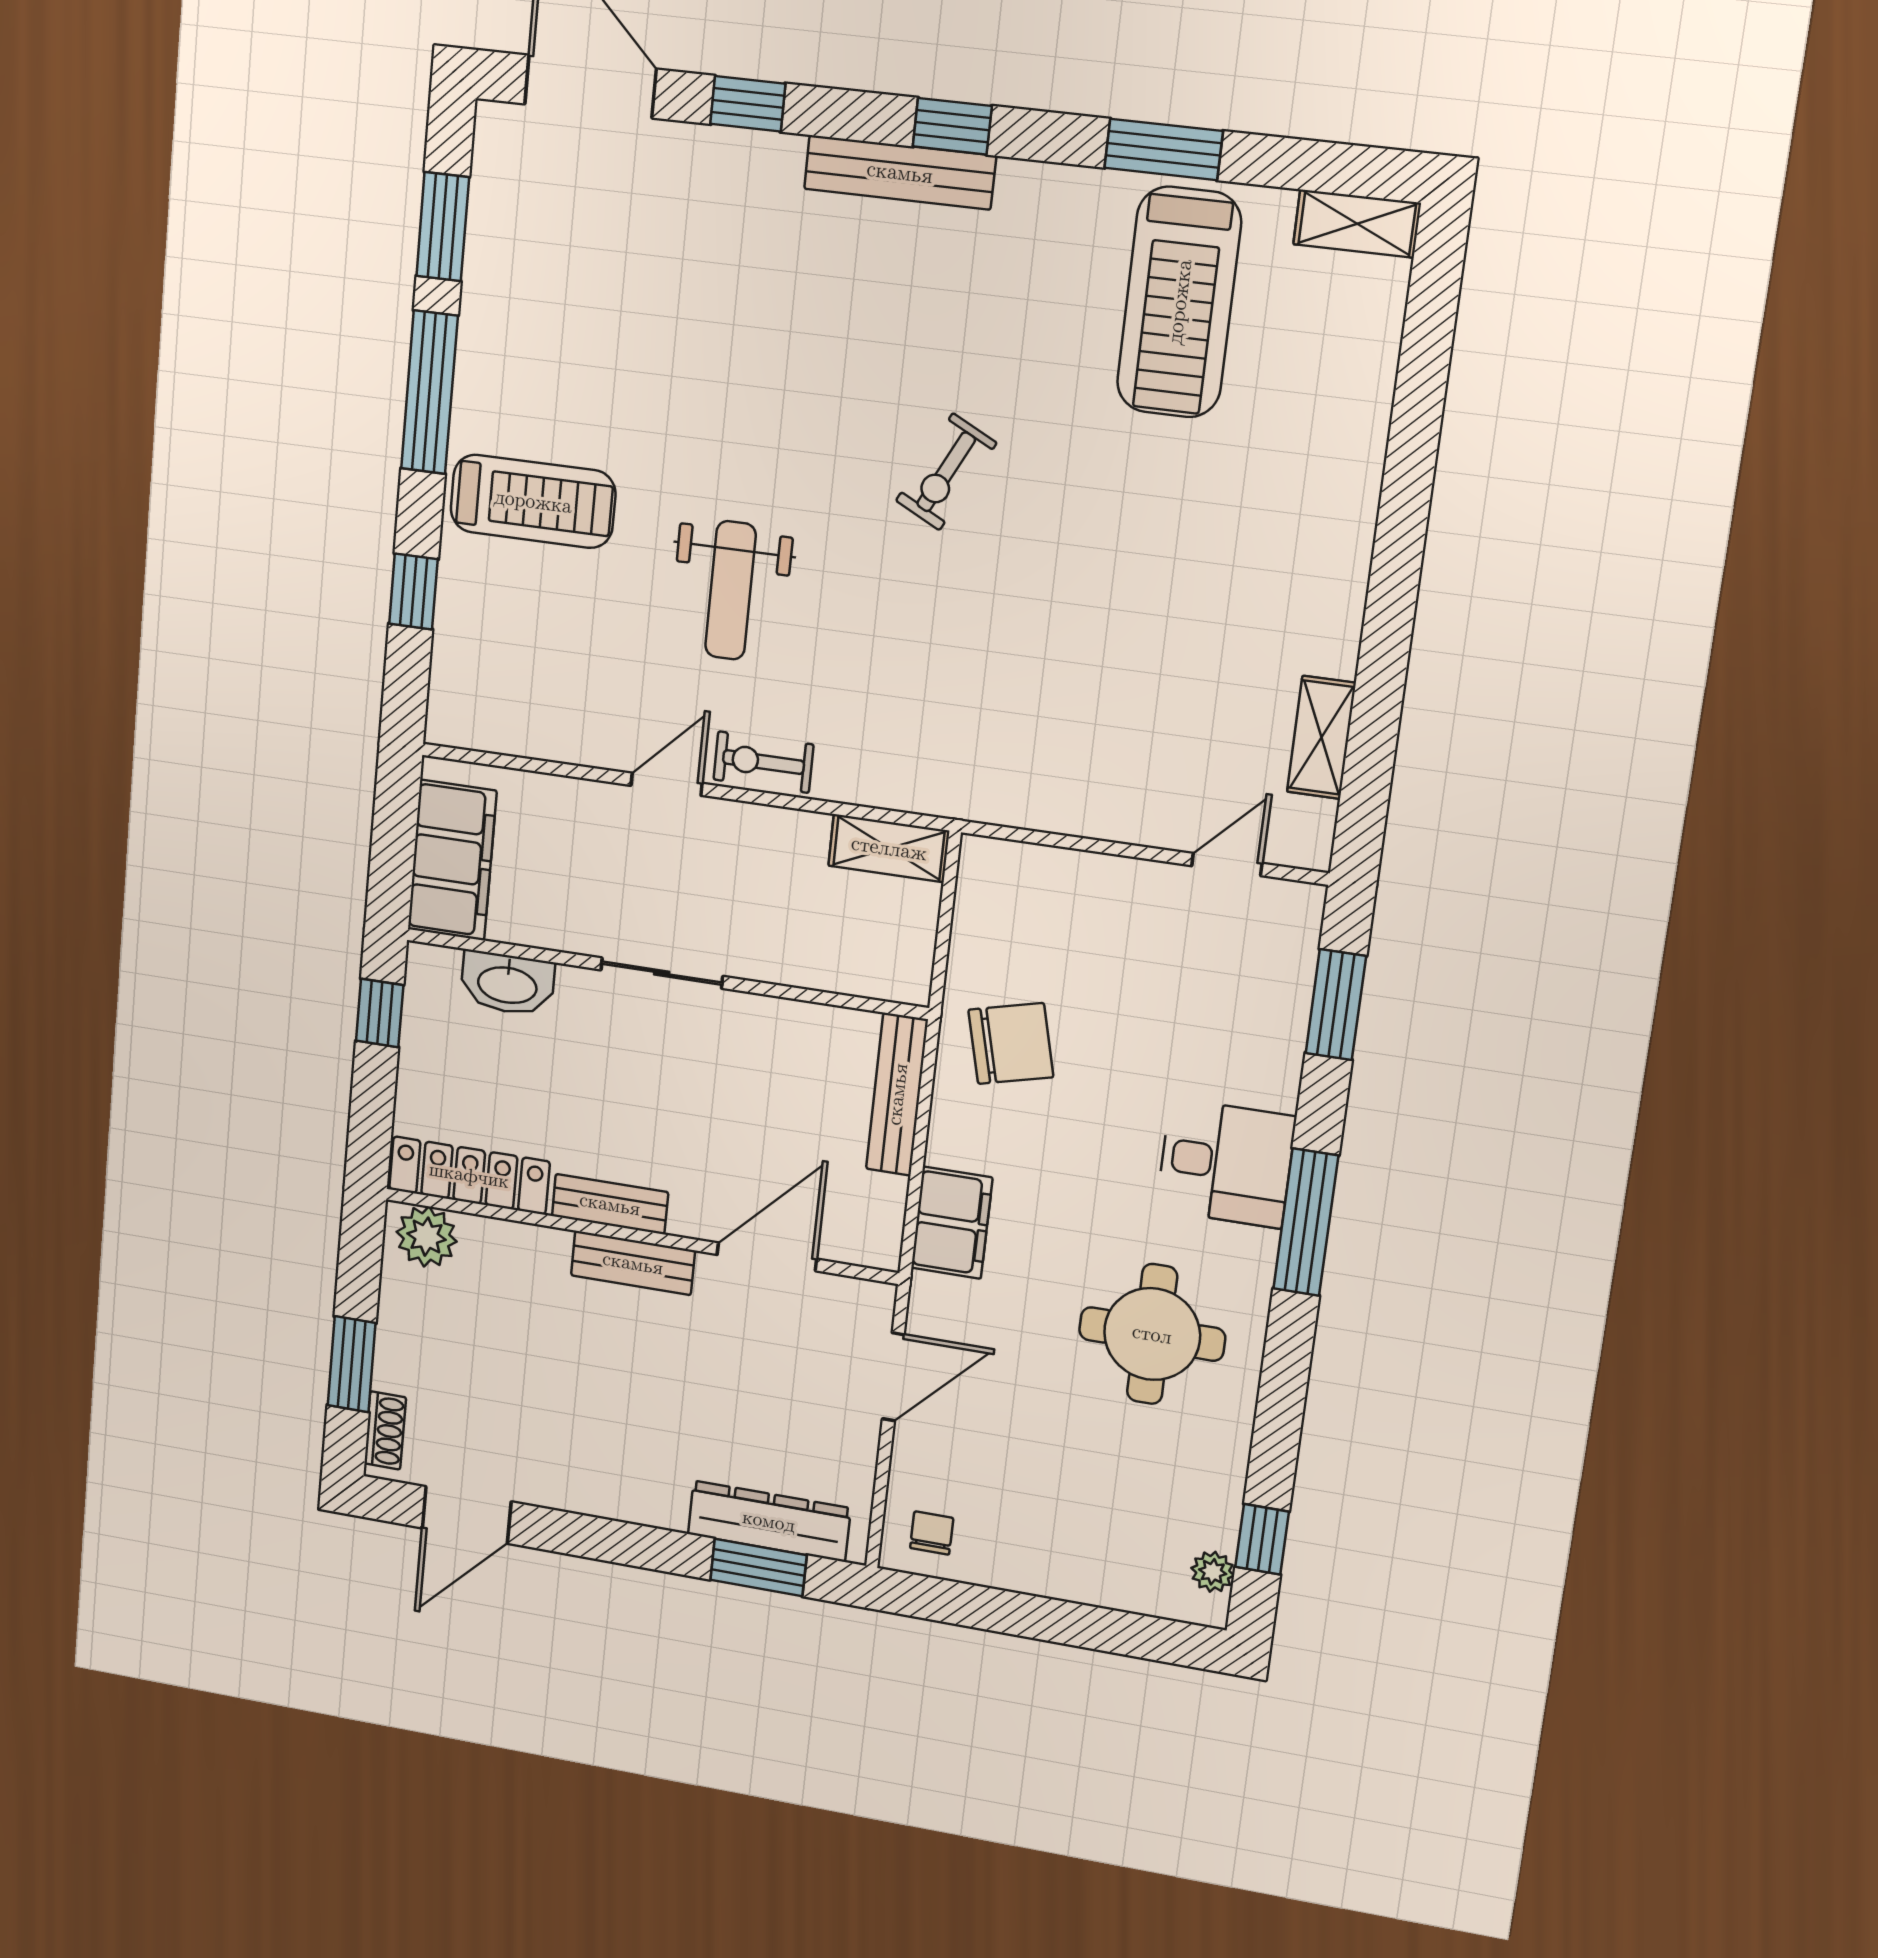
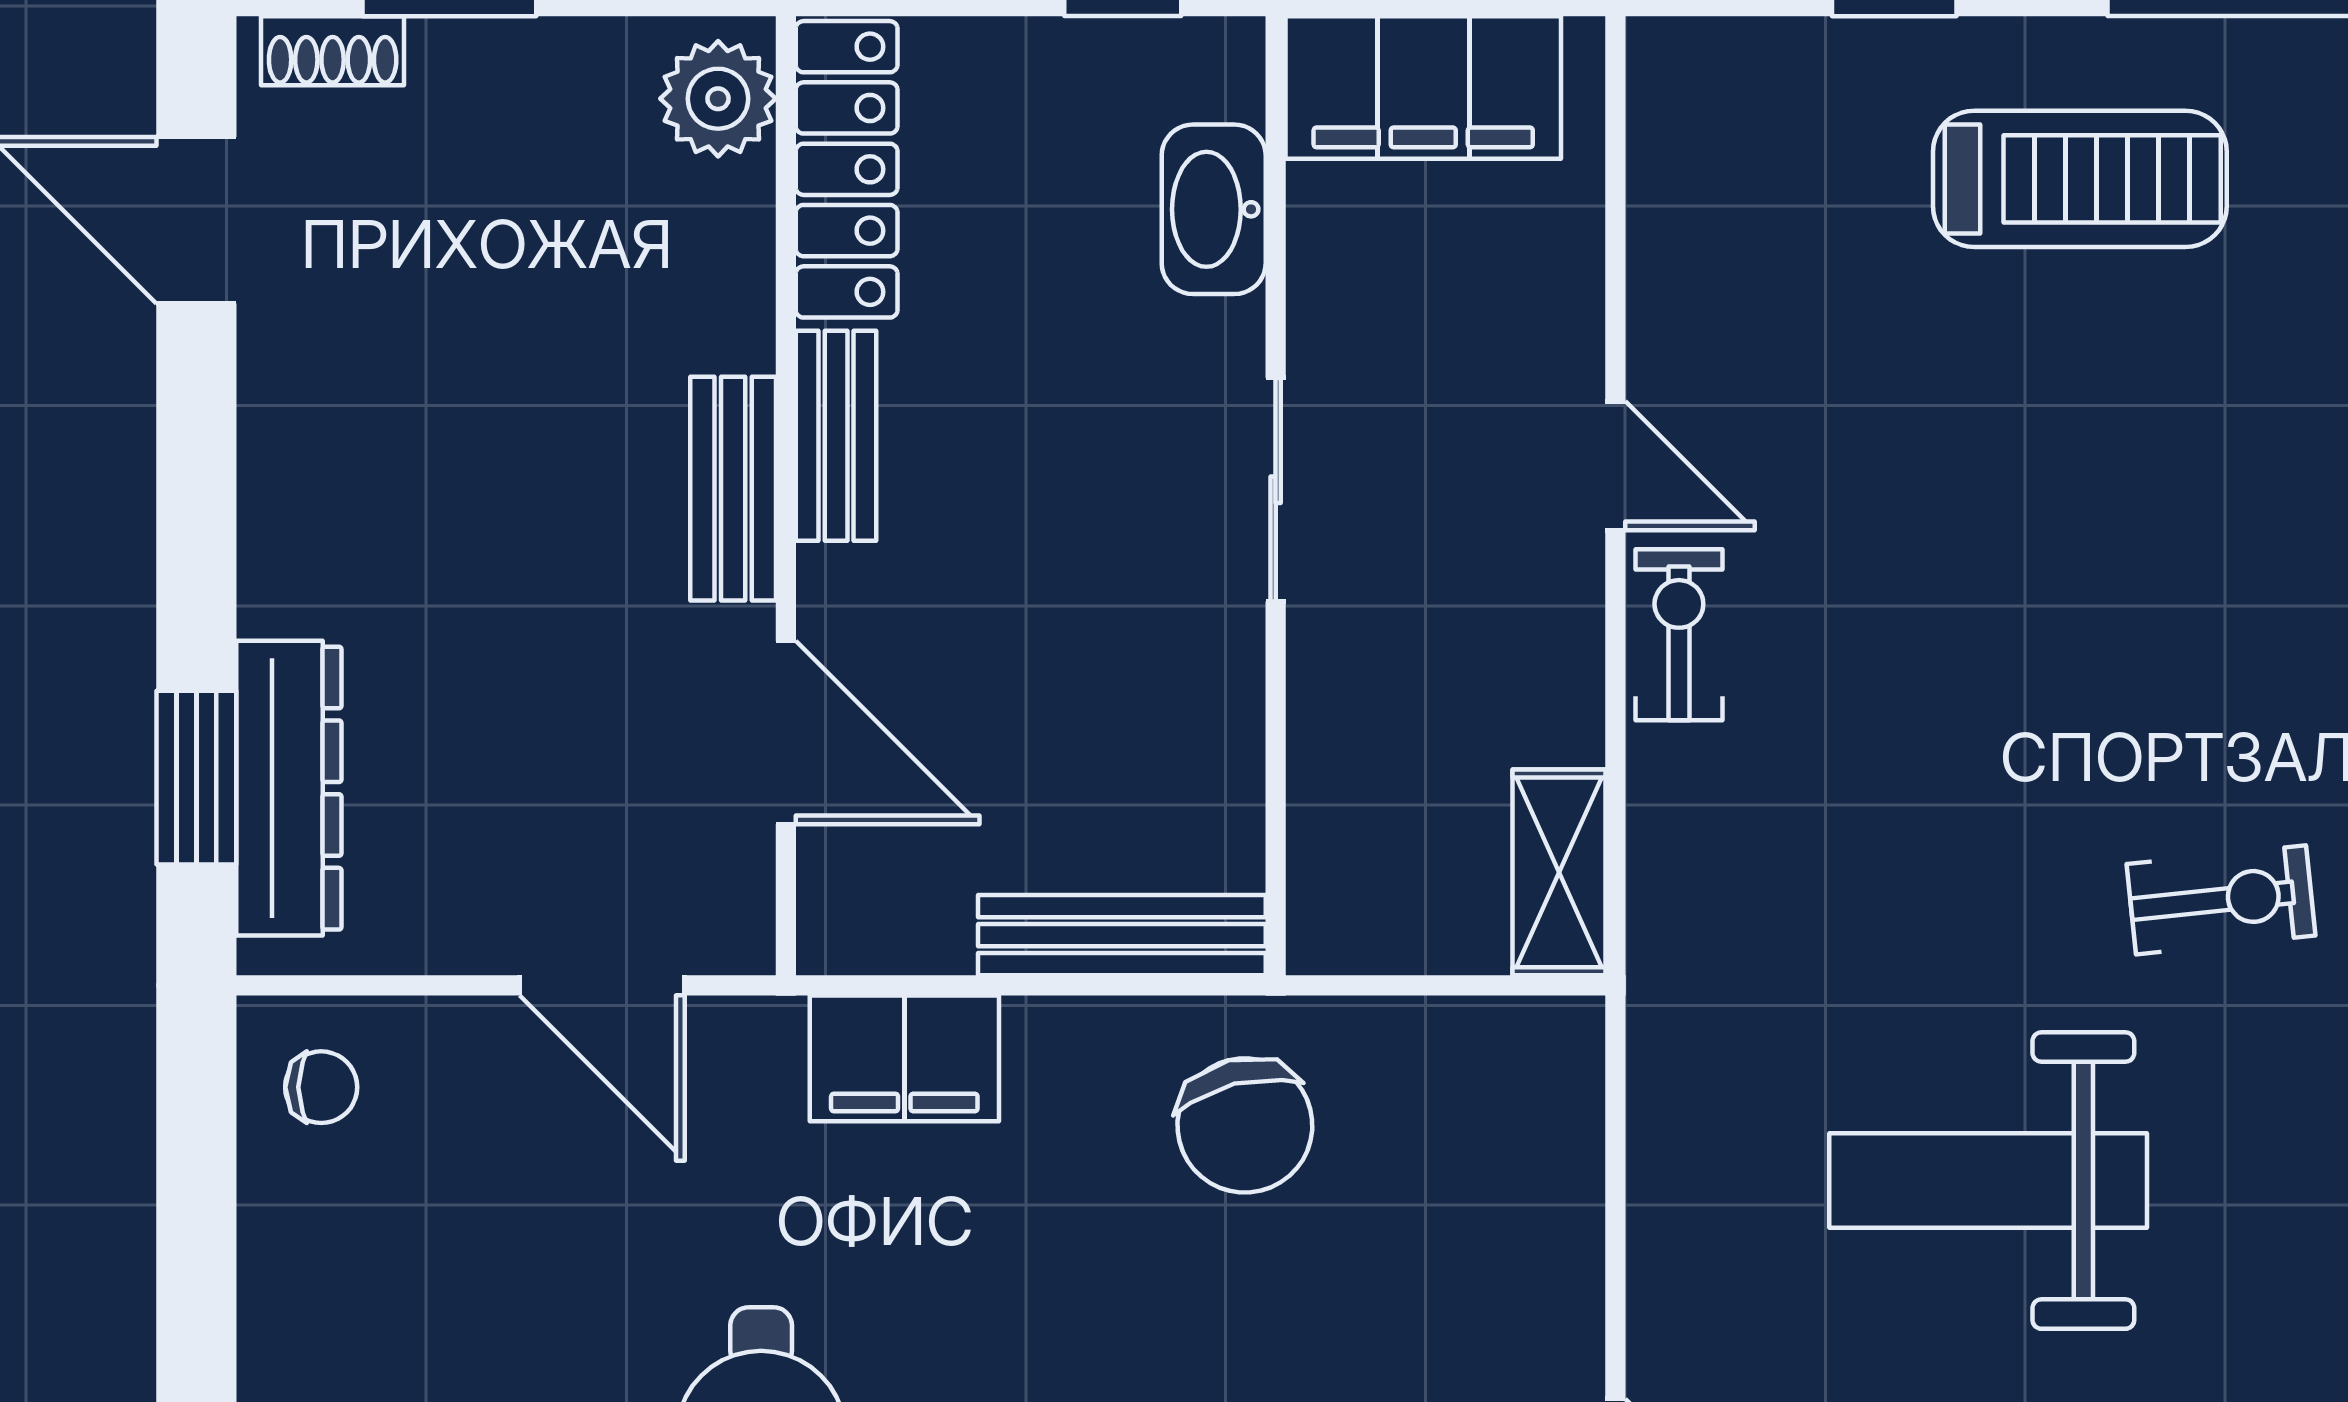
exercise bike: (946, 472) -> (2221, 900), turned 147
treadmill: (533, 501) -> (2080, 179), turned -90
weight bench: (731, 590) -> (1988, 1181), moved, width x1.36, depth x1.33

